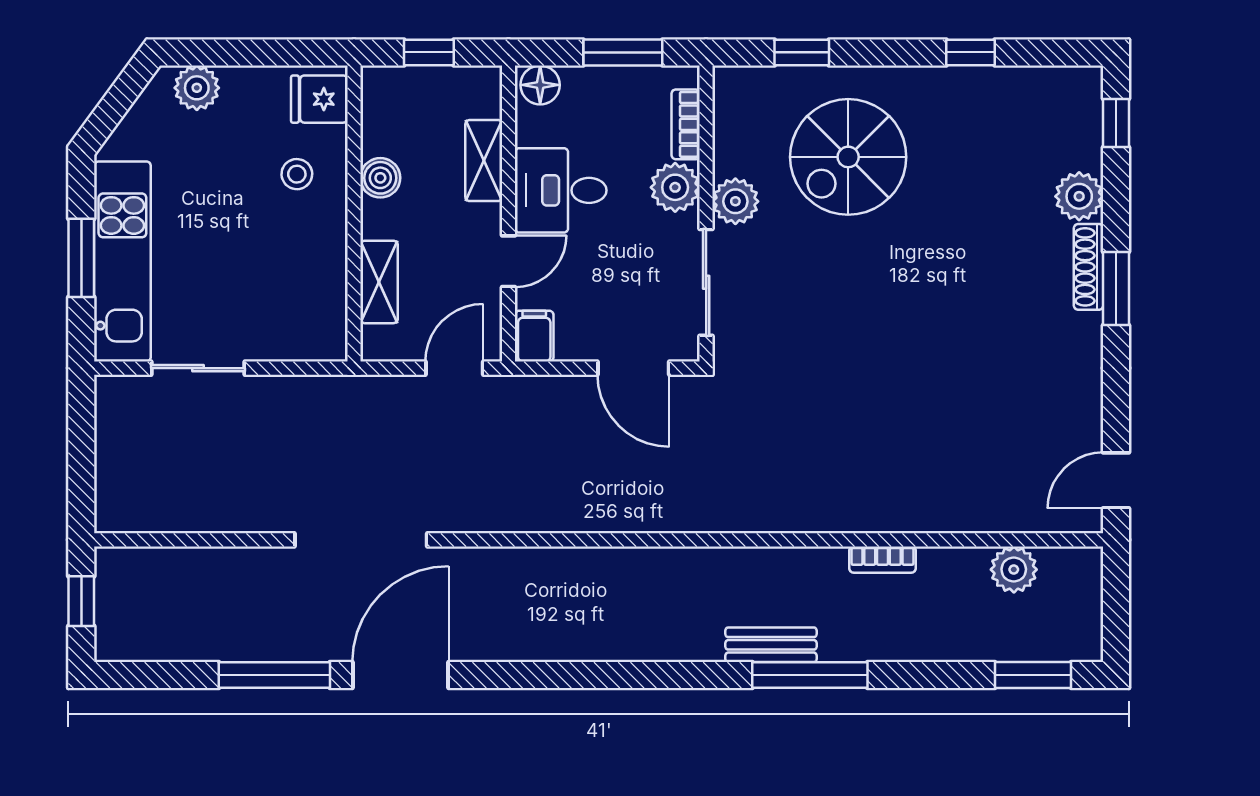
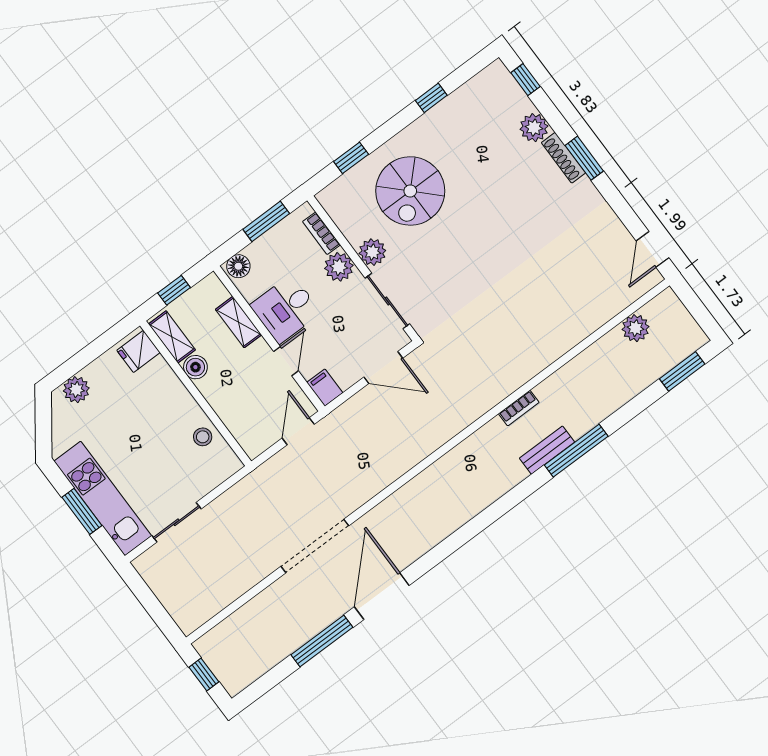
stool: (297, 174) -> (203, 437), moved
shelving: (379, 282) -> (172, 337), moved
bookcase: (883, 560) -> (519, 408), moved

